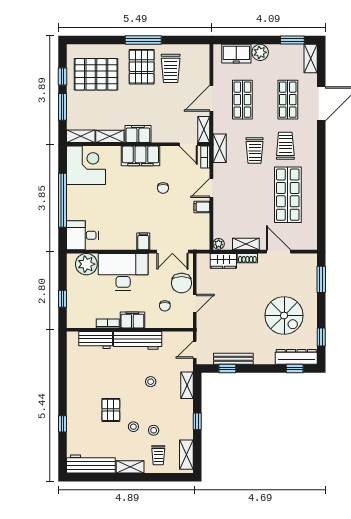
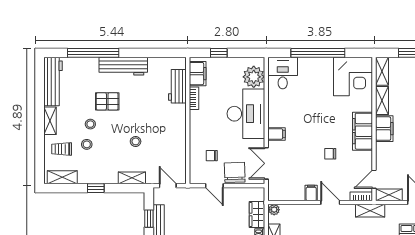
chair: (181, 283) -> (235, 172), turned 88
filing cabinet: (132, 320) -> (198, 74), moved
workbench: (138, 340) -> (123, 66), moved, turned -90
window: (63, 424) -> (93, 53), width x3.17

